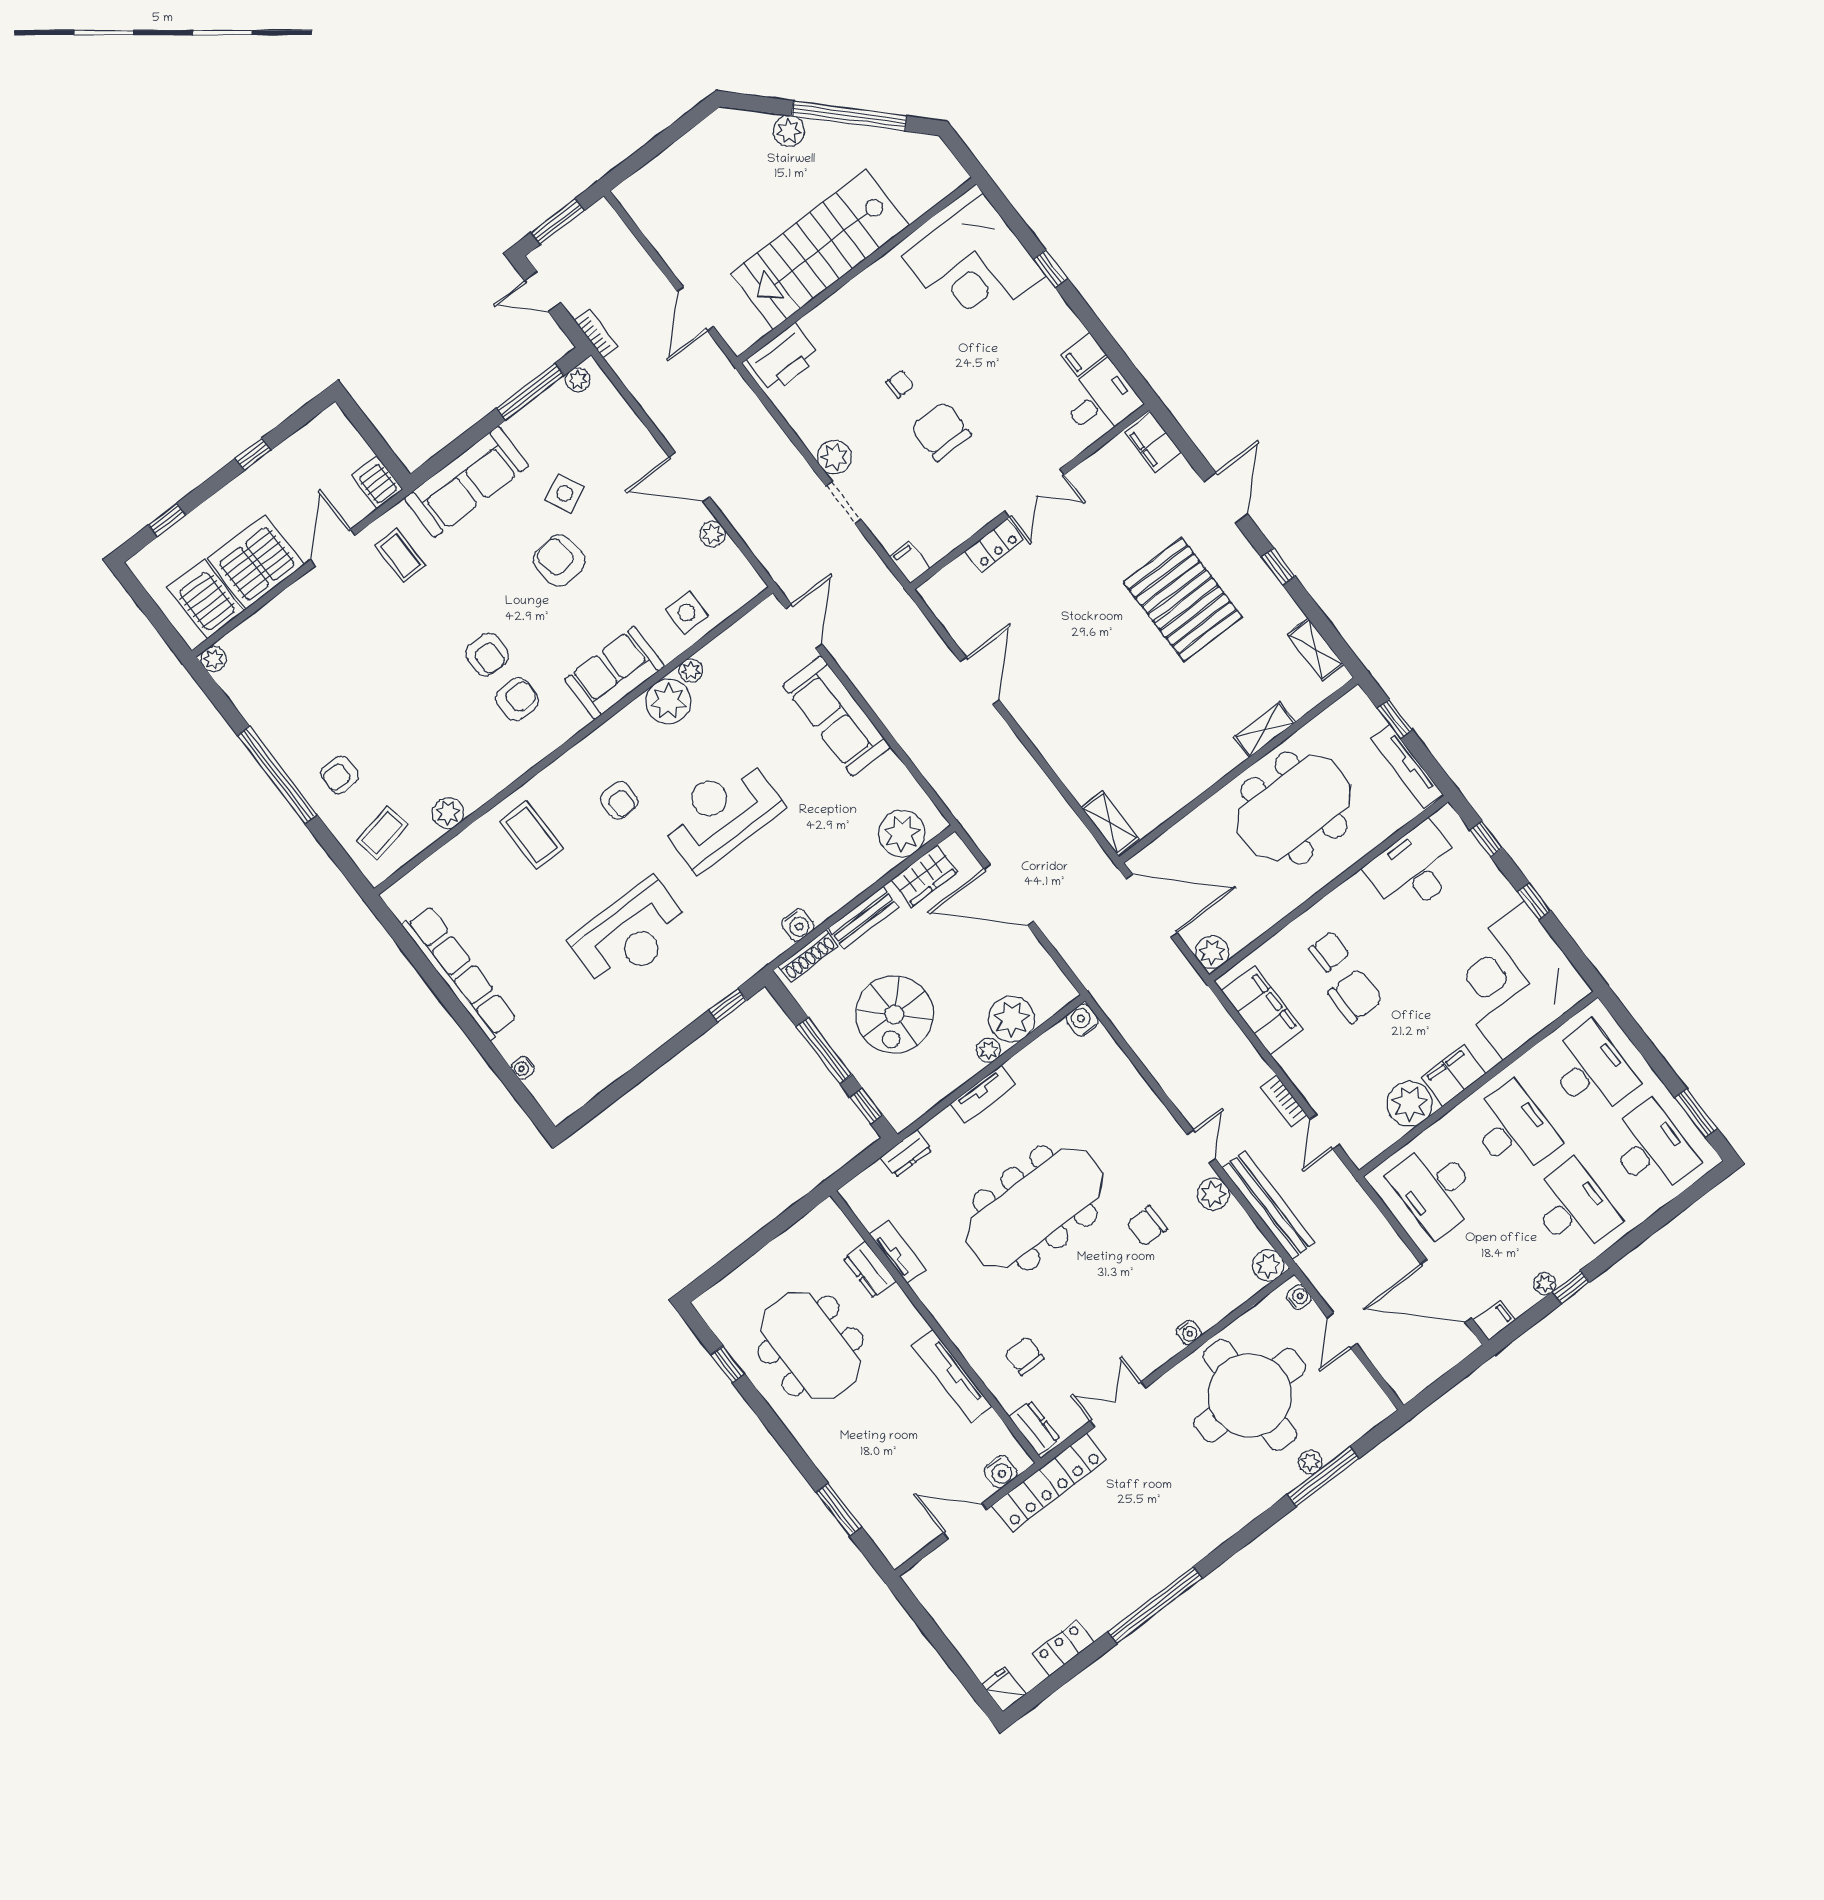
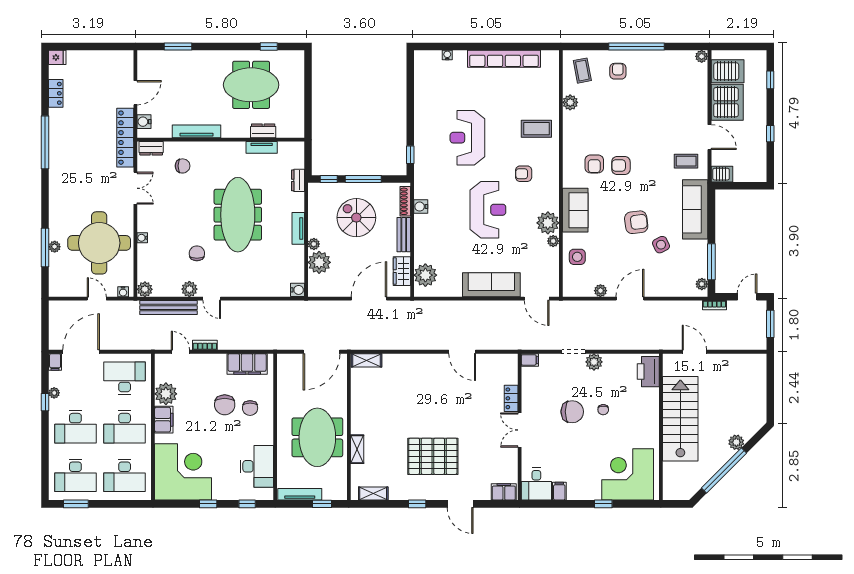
plant: (1212, 952) -> (285, 362), removed

